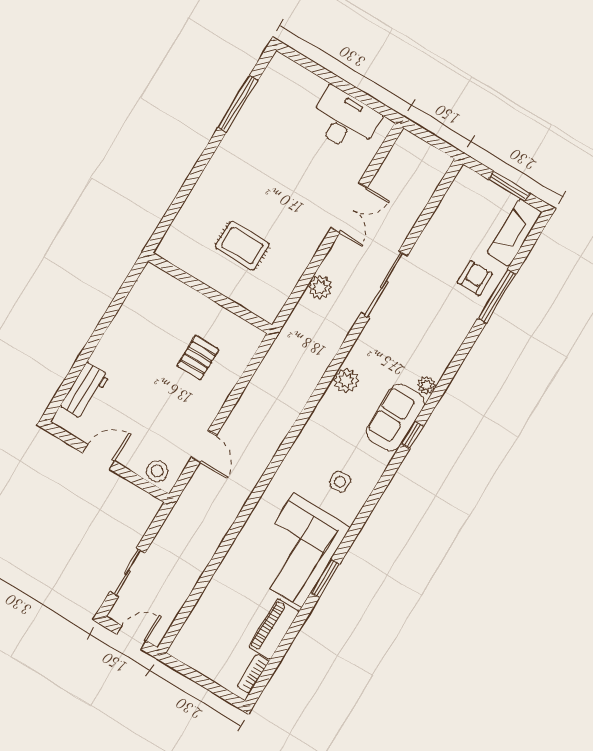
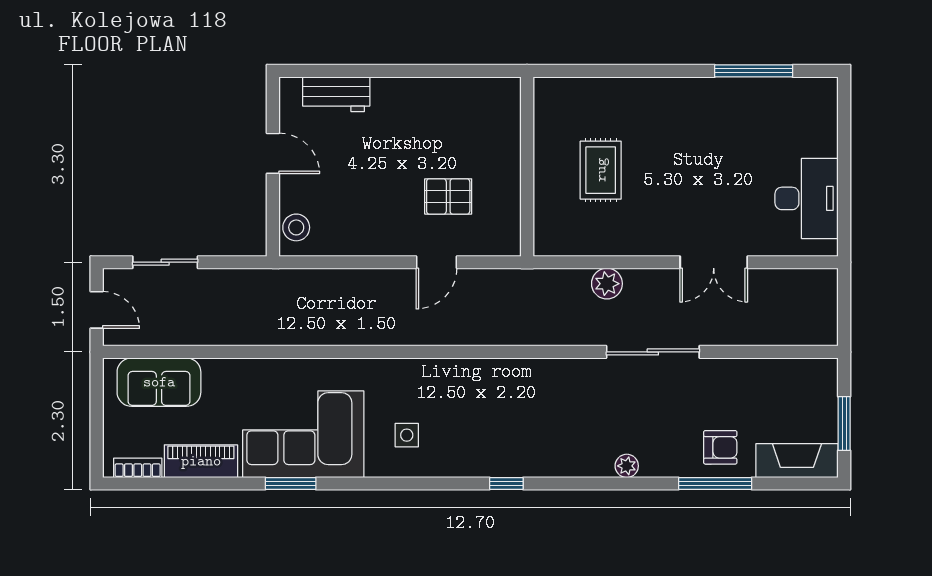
plant: (346, 380) -> (522, 374), removed
plant: (427, 385) -> (627, 466), moved
sofa: (396, 417) -> (159, 382), moved, turned 180
door: (204, 446) -> (436, 262), moved

